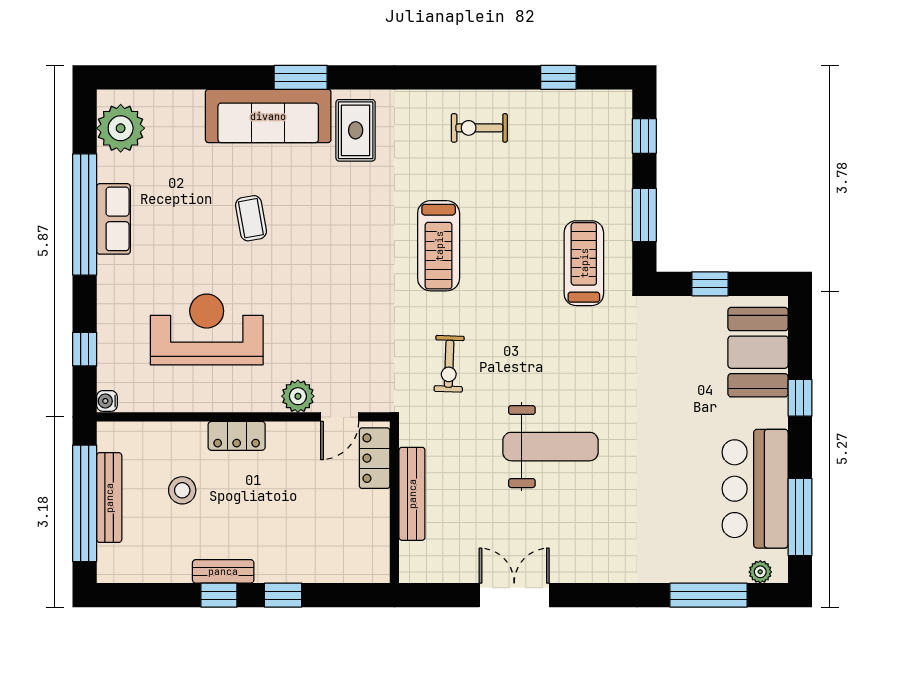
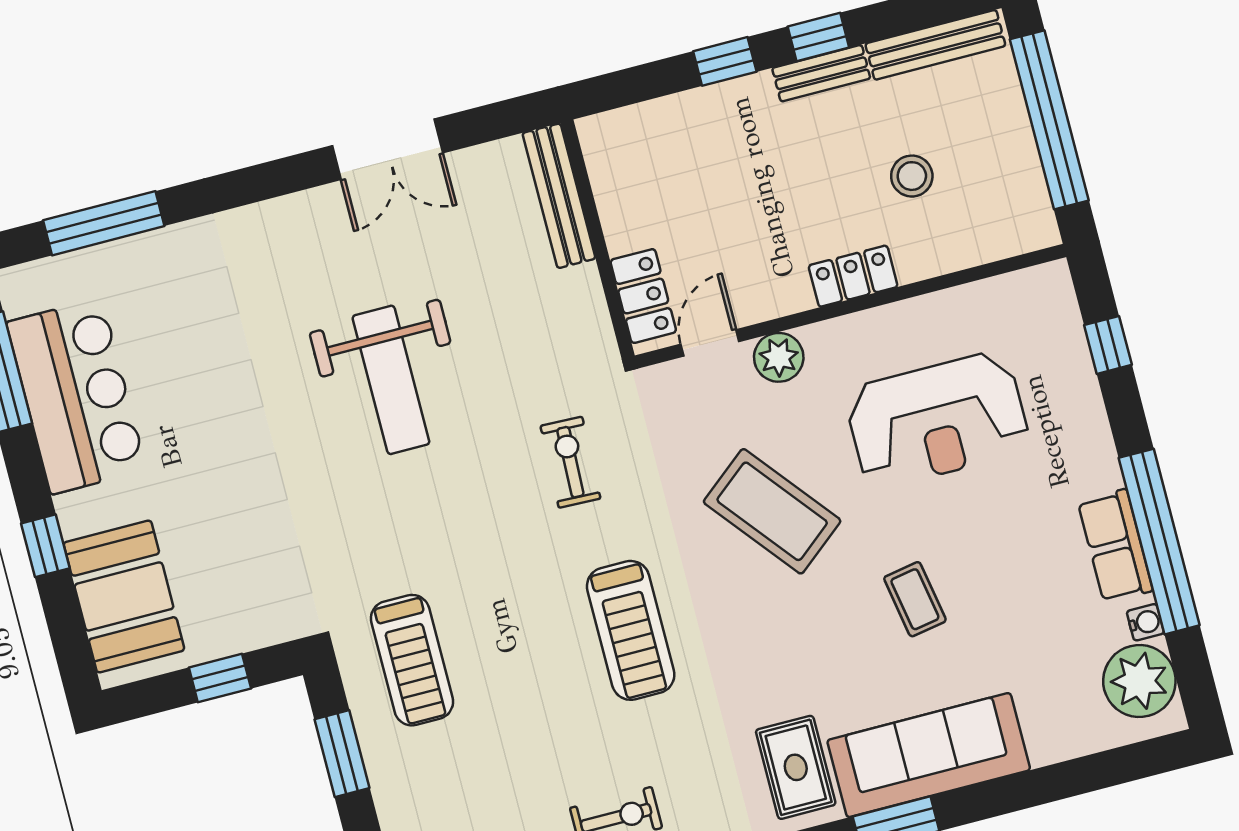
treadmill: (439, 246) -> (631, 630), turned 180
coffee table: (328, 299) -> (772, 511), added
water cooler: (107, 401) -> (1145, 622), moved
weight bench: (550, 447) -> (391, 380), turned -90
bench: (412, 494) -> (559, 196), moved
bench: (109, 498) -> (935, 45), moved, turned 90
plant: (760, 572) -> (37, 277), removed

